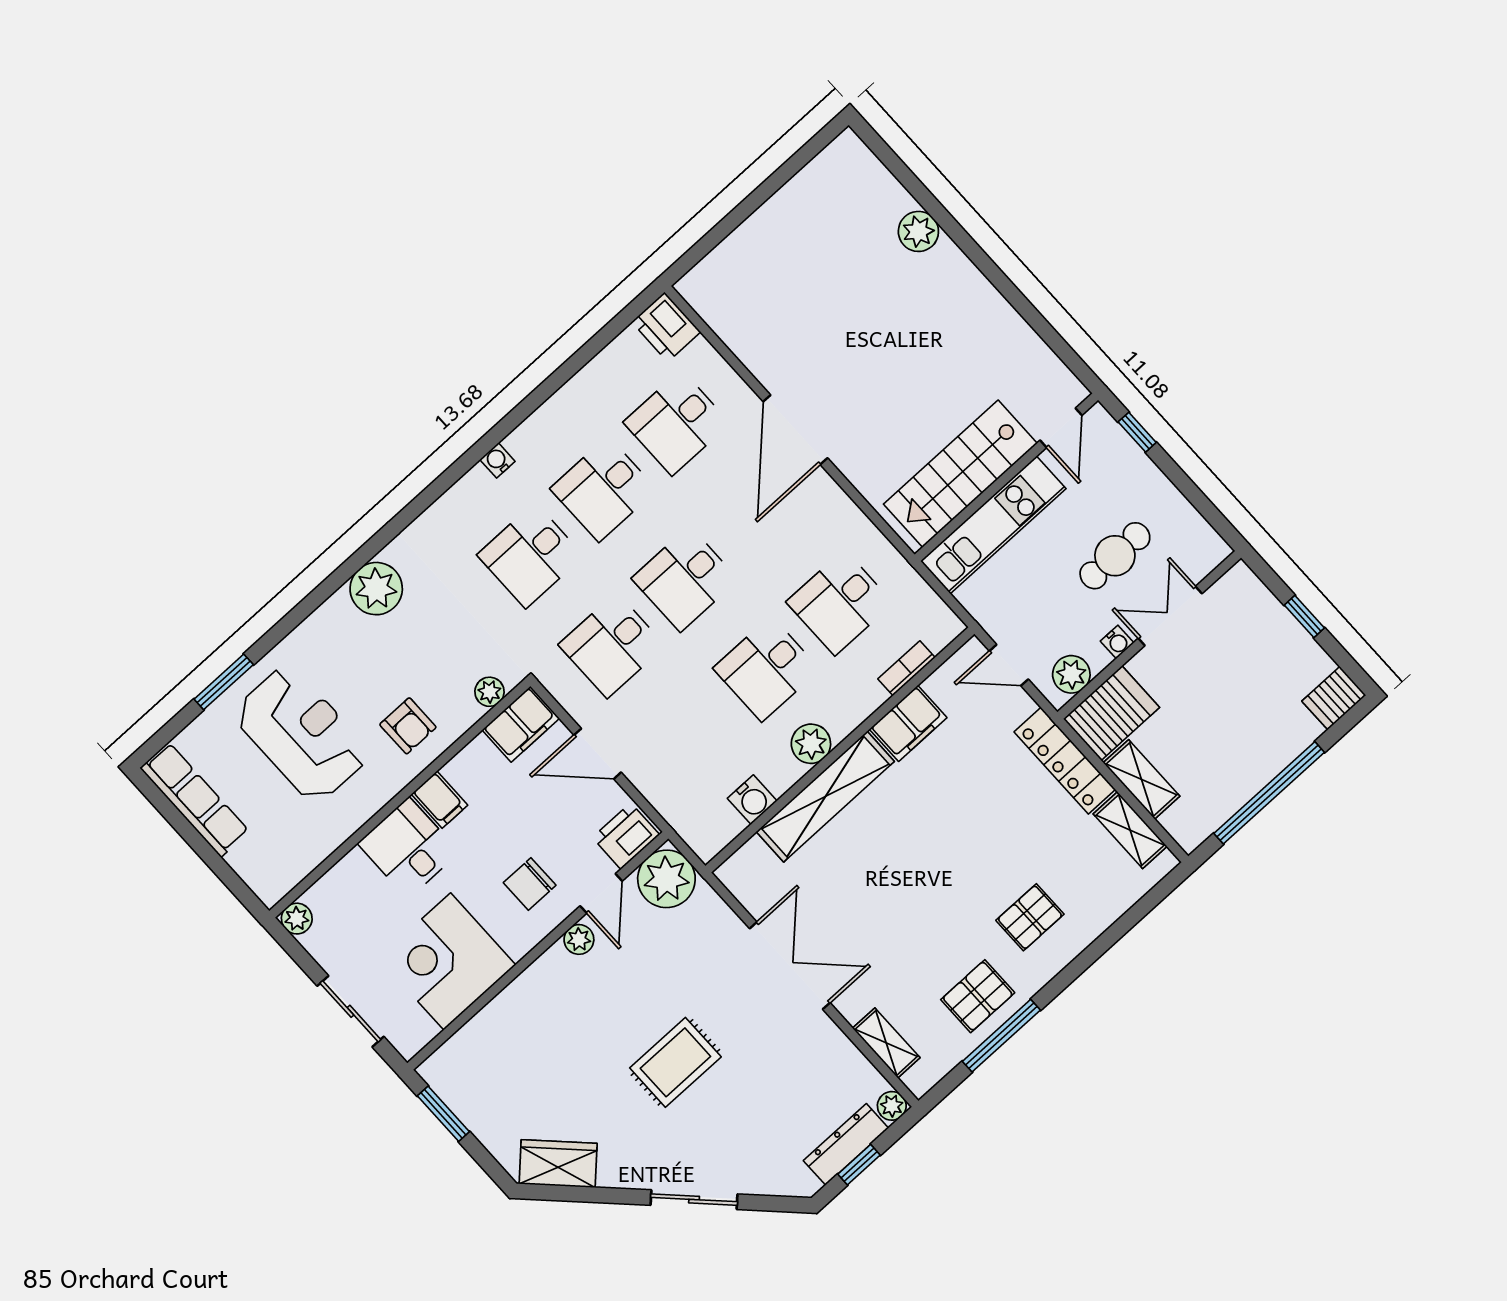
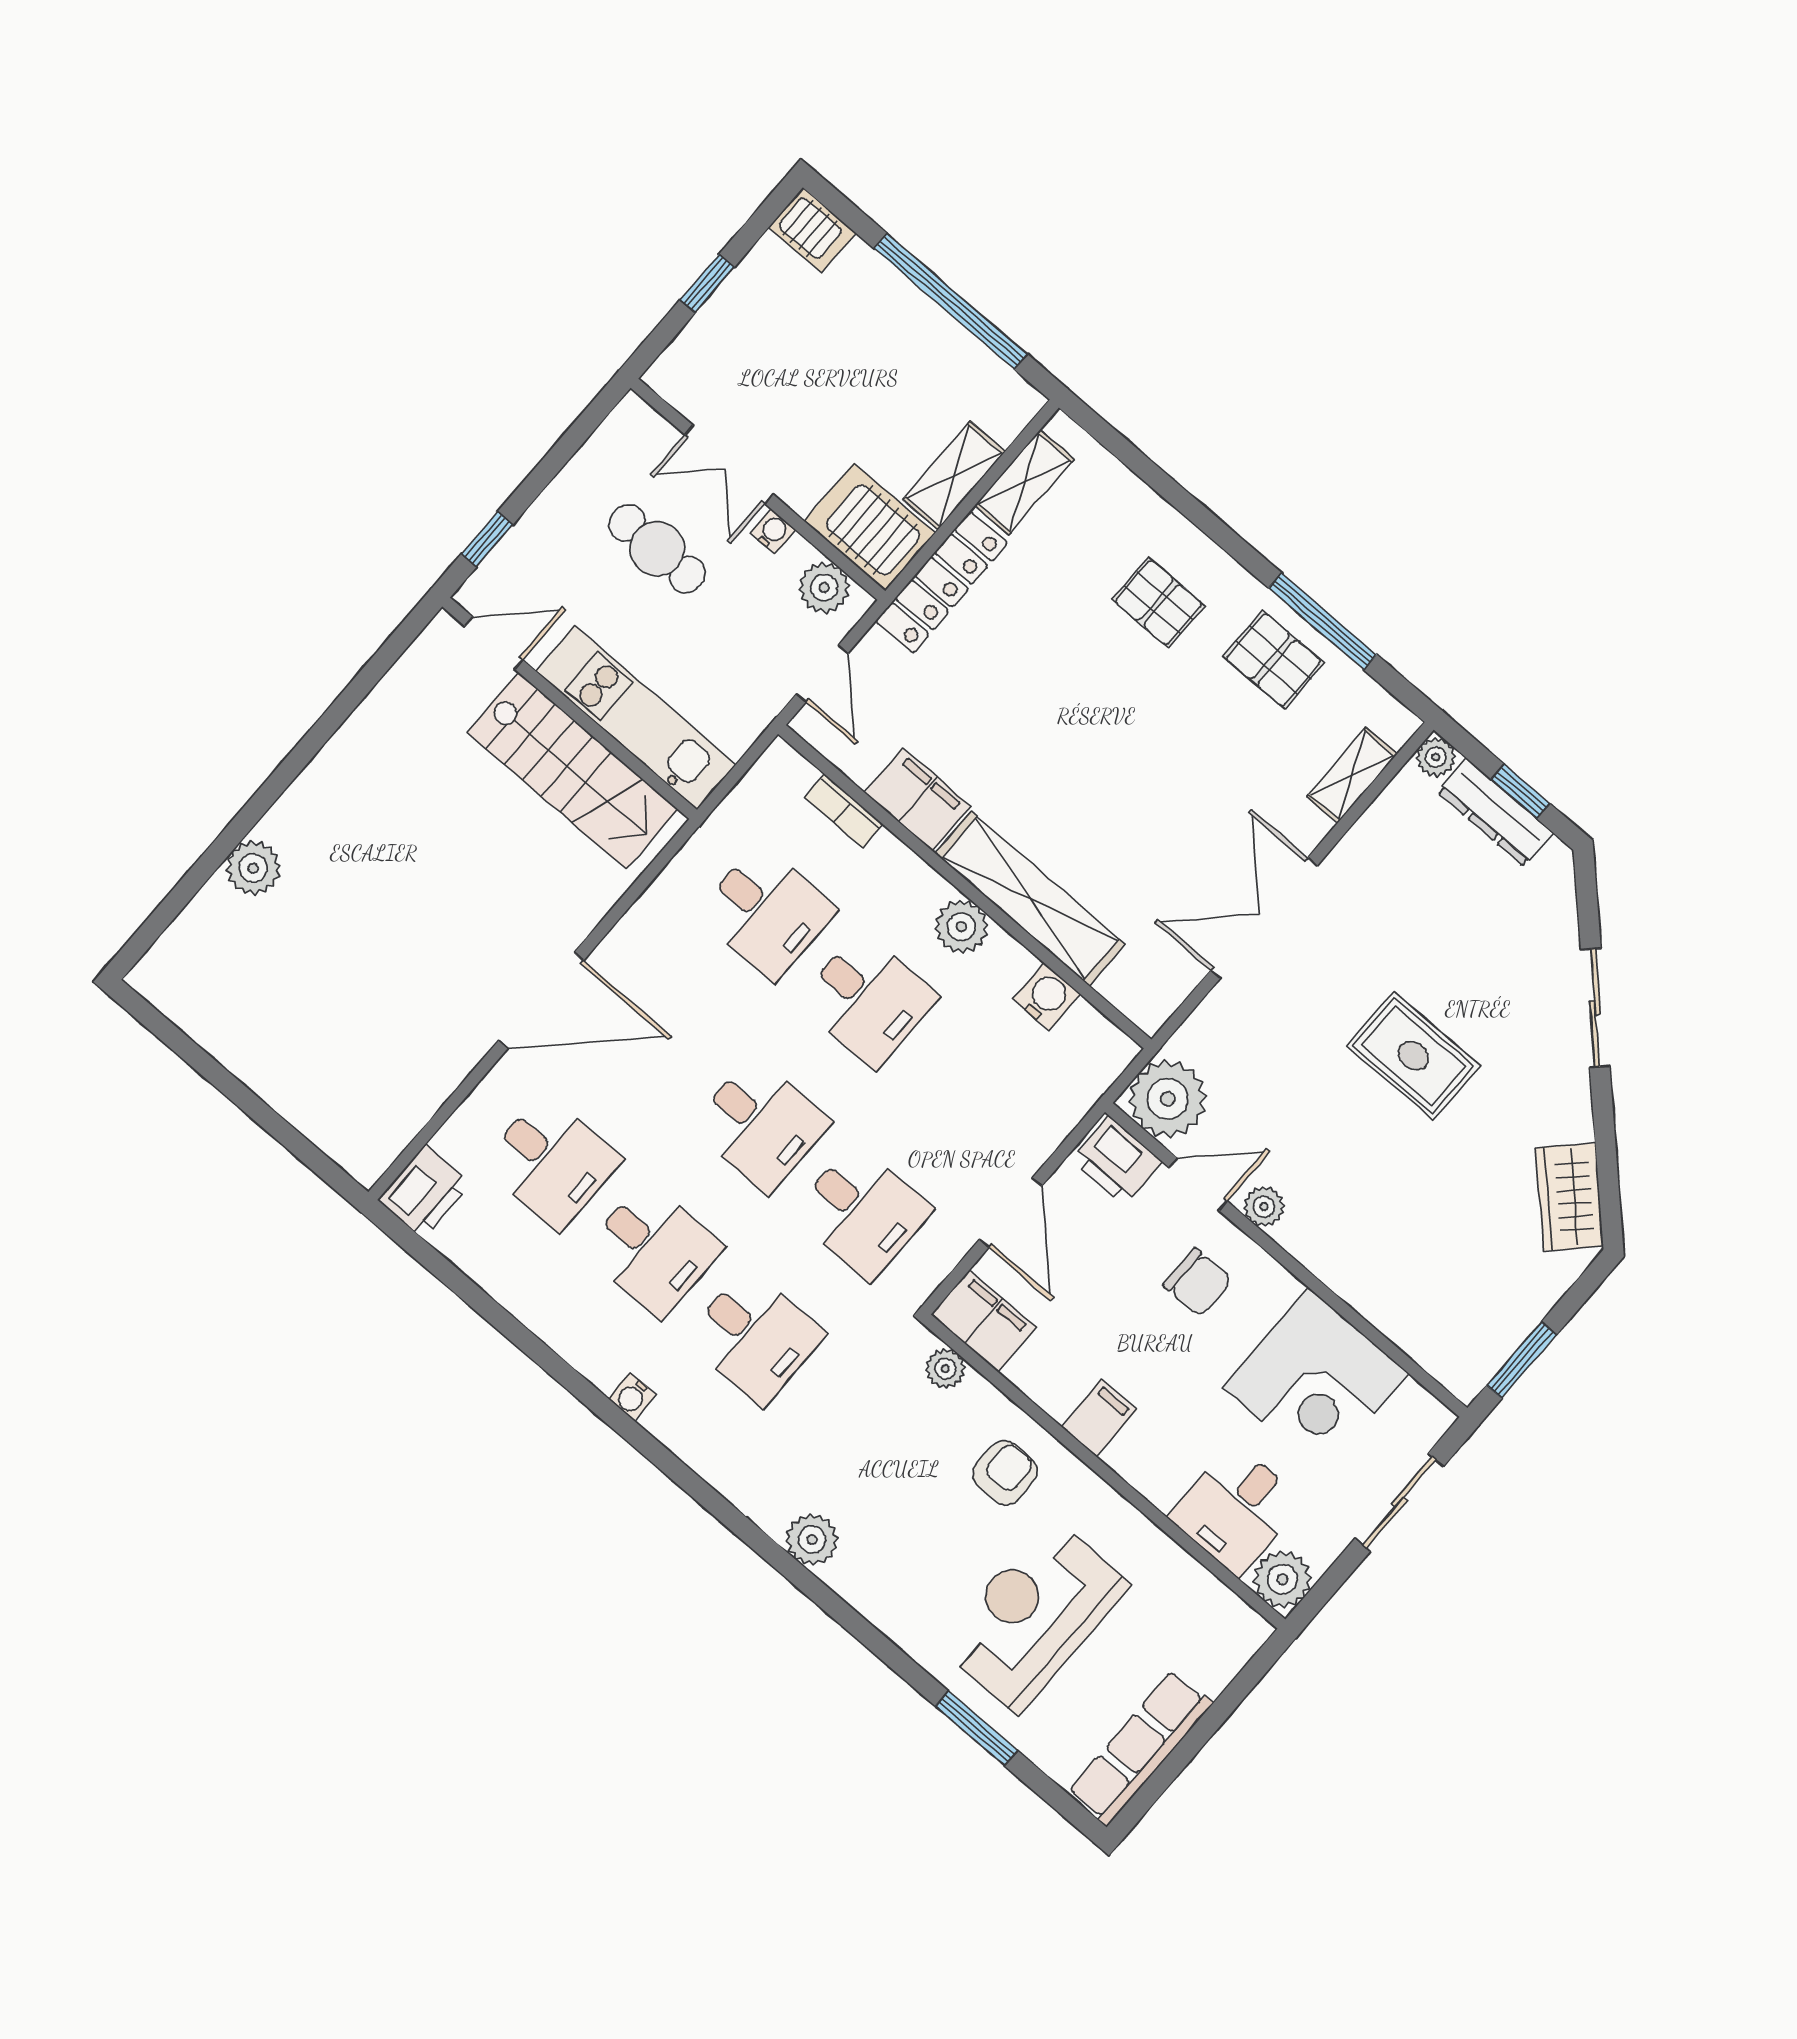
plant: (376, 589) -> (812, 1540), width x0.73, depth x0.73
desk: (408, 848) -> (1236, 1510), moved
plant: (297, 919) -> (1282, 1579), width x1.38, depth x1.38

